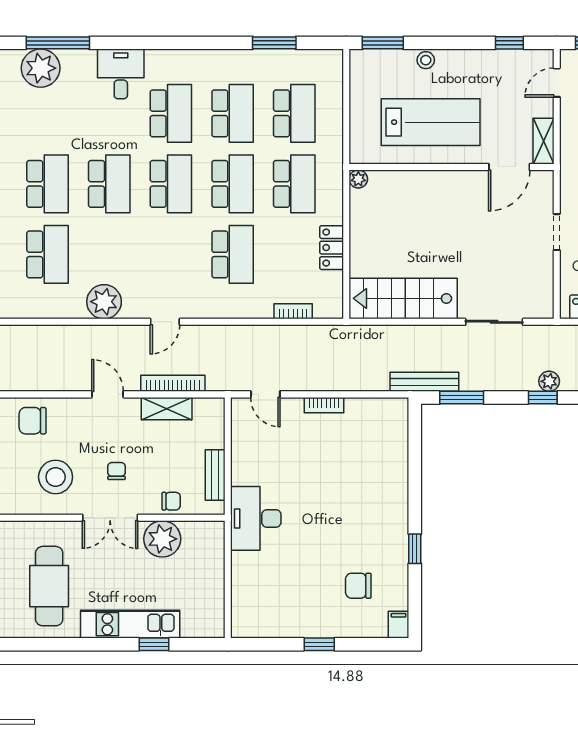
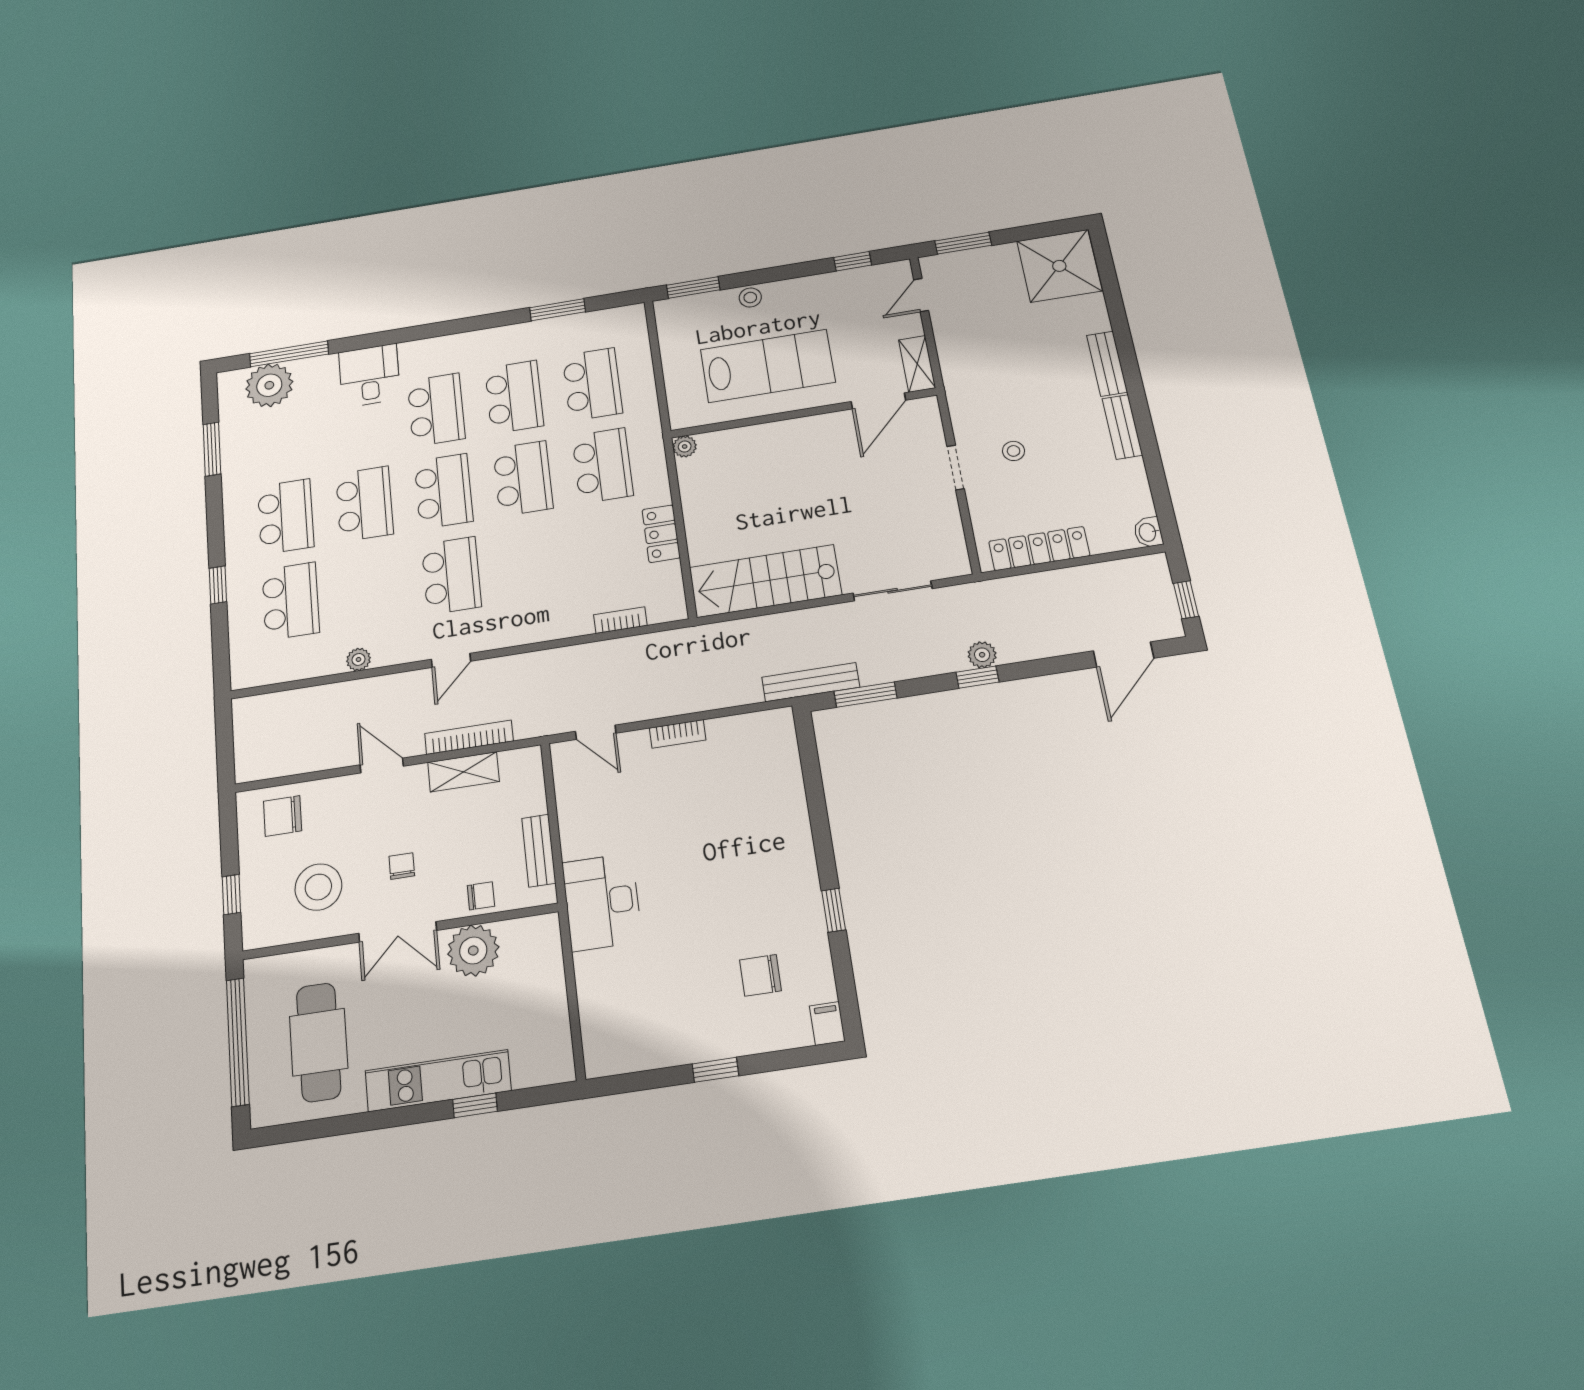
school desk: (233, 254) -> (451, 576), moved
plant: (104, 302) -> (358, 659), width x0.53, depth x0.53

